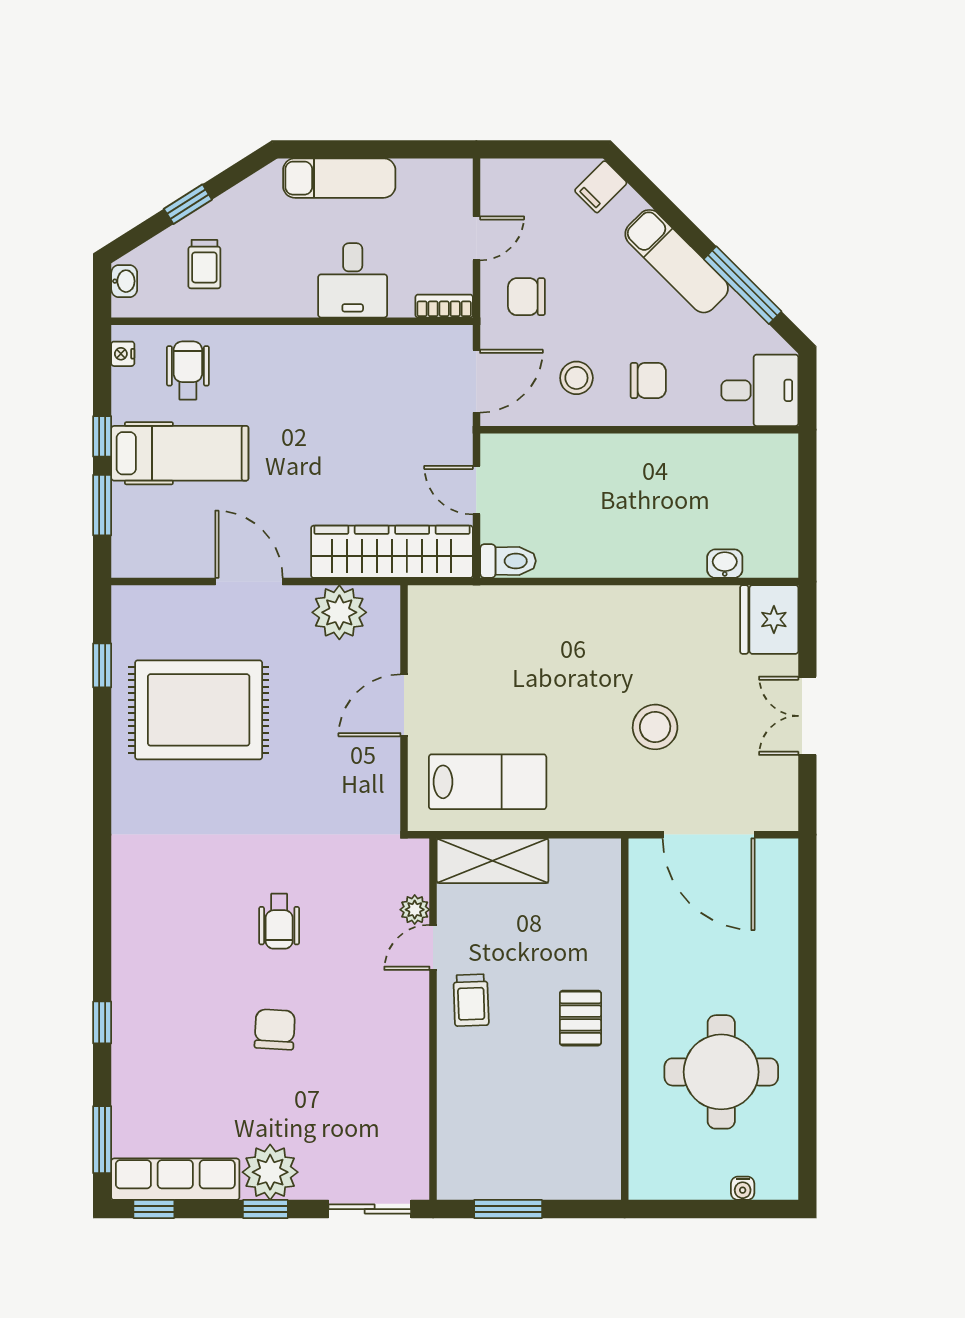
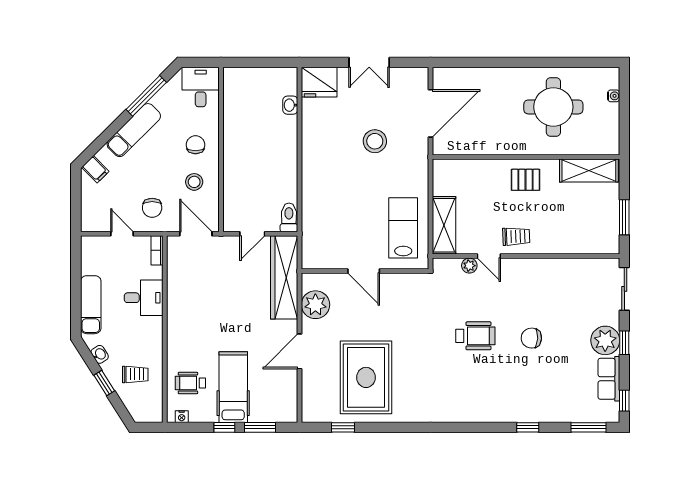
washbasin: (124, 281) -> (100, 354), moved, turned 58
wheelchair: (279, 921) -> (475, 336), width x1.36, depth x1.37
shelving: (598, 1140) -> (589, 170), added
row of seats: (175, 1179) -> (609, 379), width x0.68

